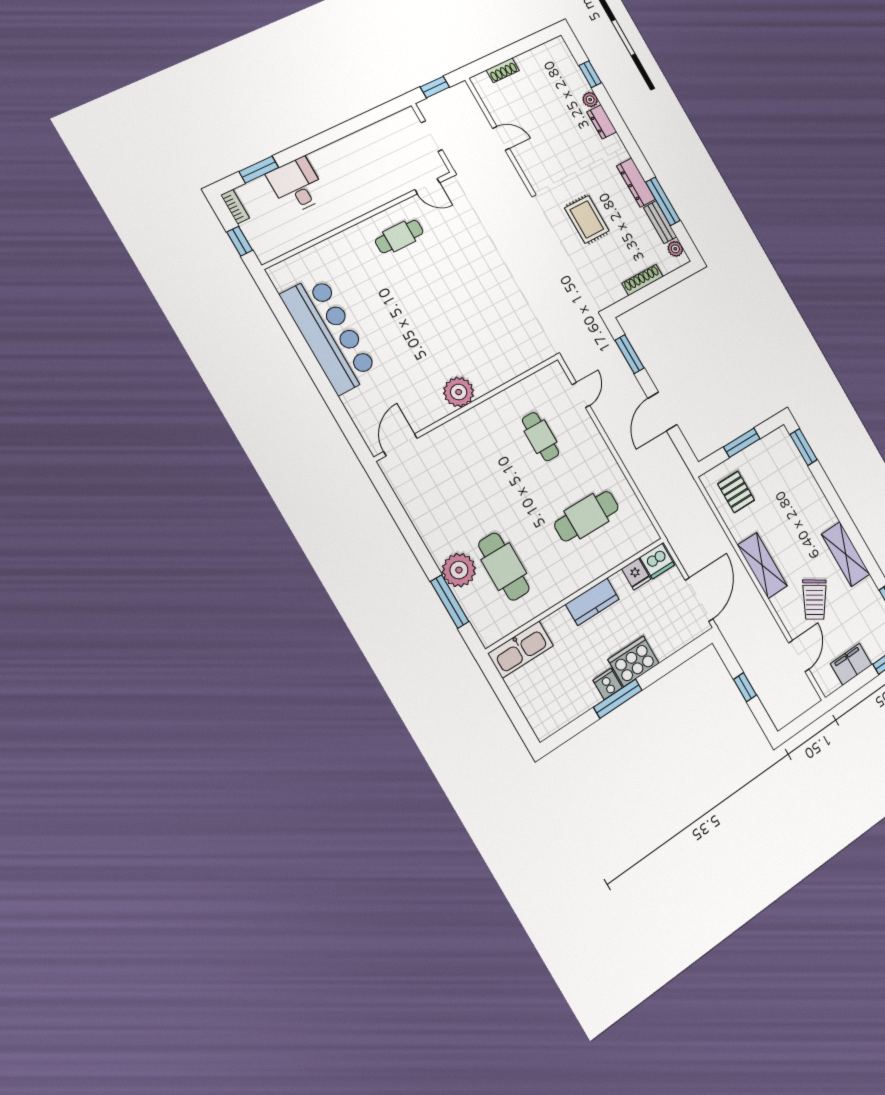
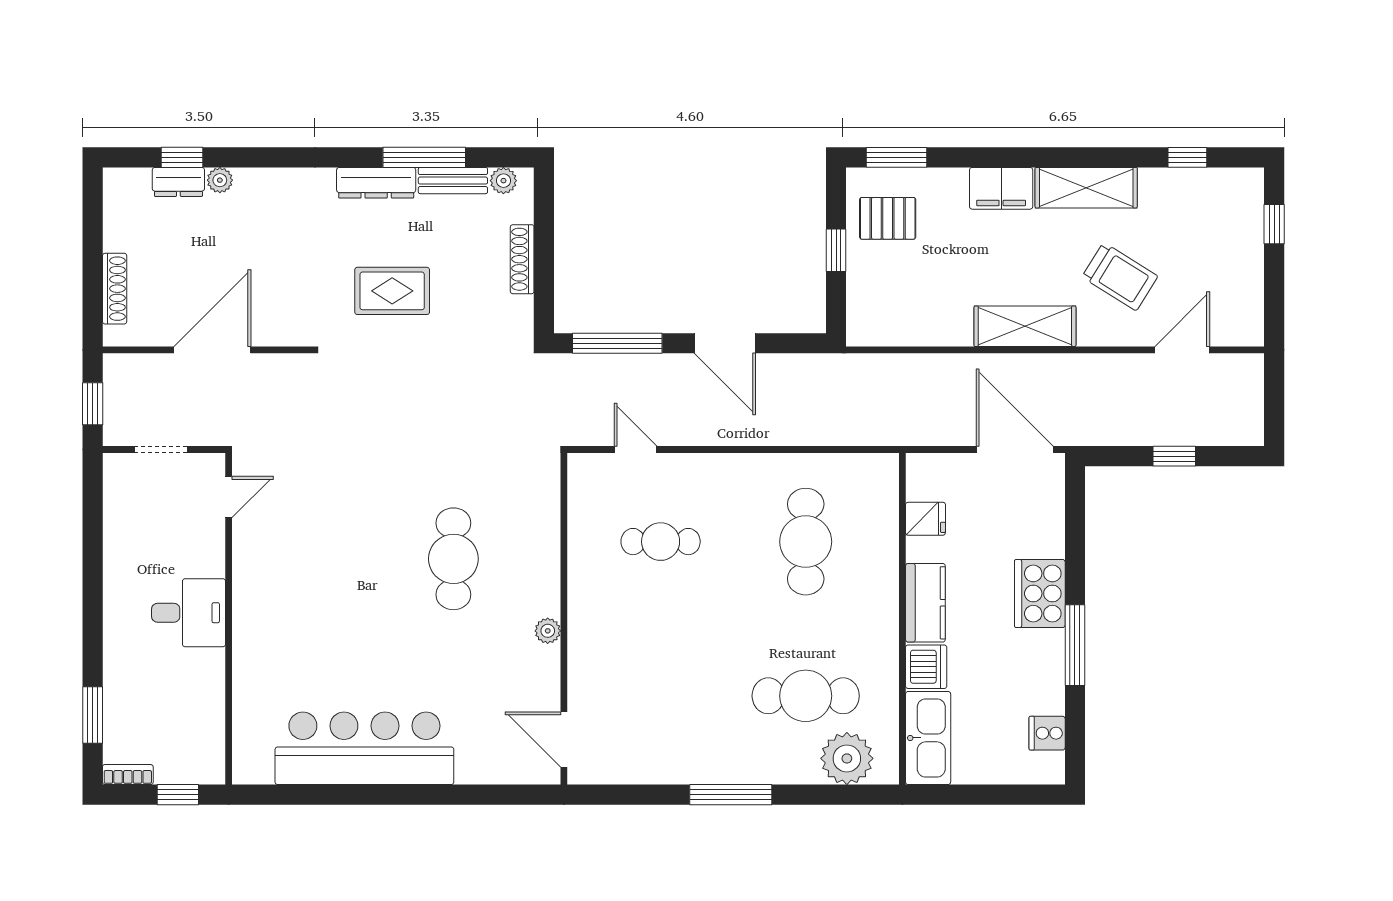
shoe rack: (503, 70) -> (115, 289), width x1.43
dresser: (602, 122) -> (178, 182), moved
door: (501, 138) -> (212, 350), width x1.87
desk: (297, 186) -> (189, 613), moved, turned 180
cafe table: (399, 237) -> (453, 559), moved, width x1.37, depth x1.35
window: (629, 354) -> (617, 343), width x1.44
plant: (459, 392) -> (548, 631), width x0.53, depth x0.53
window: (742, 443) -> (836, 250), width x0.67
pallet: (736, 492) -> (888, 218), moved
dishwasher: (657, 561) -> (926, 667), moved
plant: (459, 570) -> (847, 758), moved
window: (450, 602) -> (731, 795), moved
door: (799, 656) -> (1182, 350), hinge flipped
filing cabinet: (851, 664) -> (1001, 188), moved, turned -90
cooker: (608, 684) -> (1047, 733), moved

